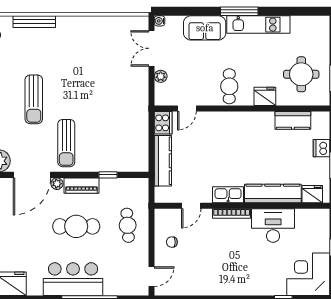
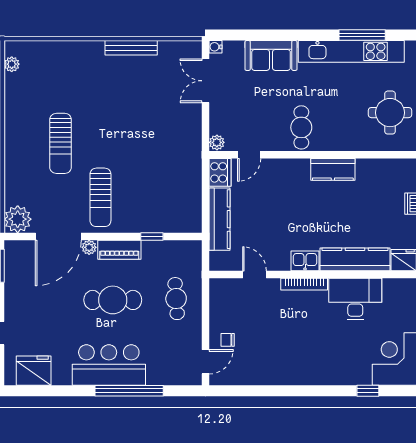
window: (239, 11) -> (362, 35), moved
bench: (34, 22) -> (131, 48), moved
kitchen unit: (258, 25) -> (351, 51), width x1.36
plant: (161, 76) -> (217, 142), moved
fridge: (265, 96) -> (345, 140), removed
kitchen counter: (293, 120) -> (333, 169), moved
kitchen sink: (228, 195) -> (305, 261), width x0.73
door: (191, 206) -> (254, 275), swing flipped
chair: (172, 242) -> (228, 340), moved

